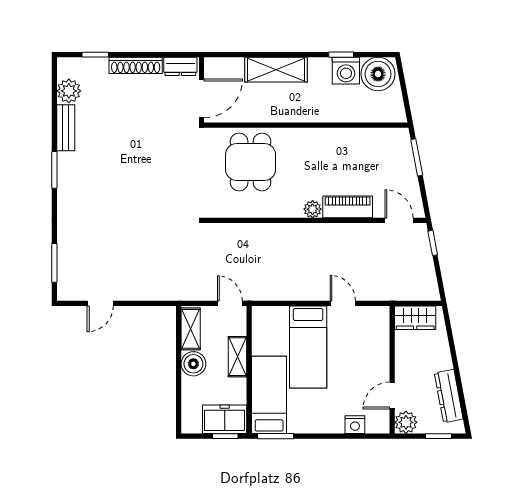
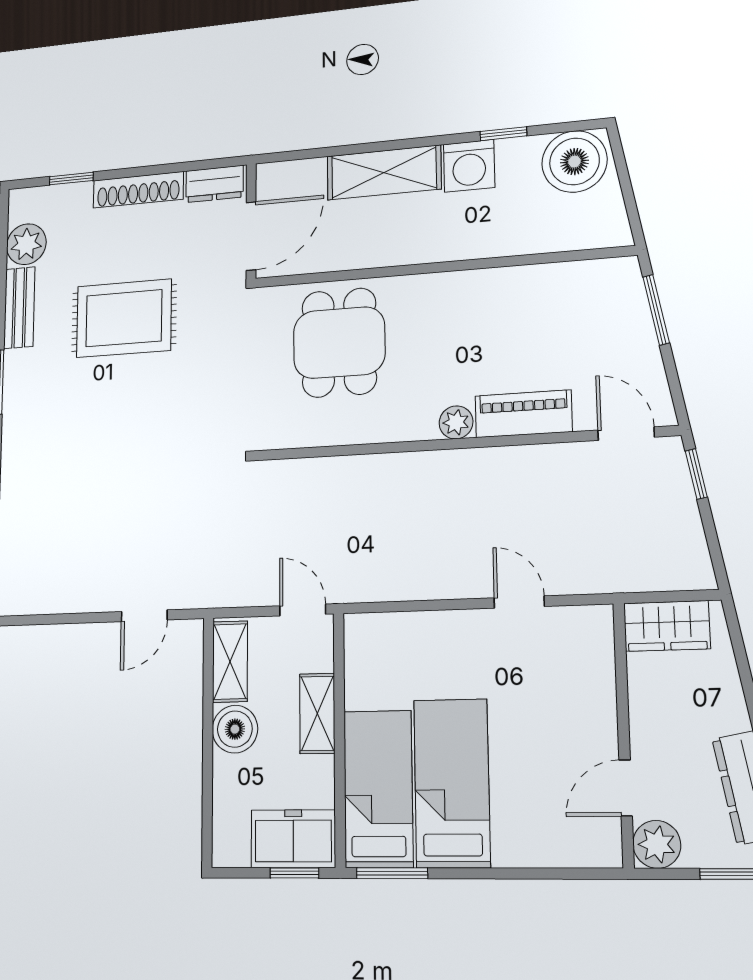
washing machine: (346, 71) -> (469, 166), moved
rug: (128, 139) -> (124, 318), added
door: (100, 303) -> (144, 616), moved
bed: (308, 347) -> (452, 783), moved, turned 180
nightstand: (355, 425) -> (551, 849), removed

